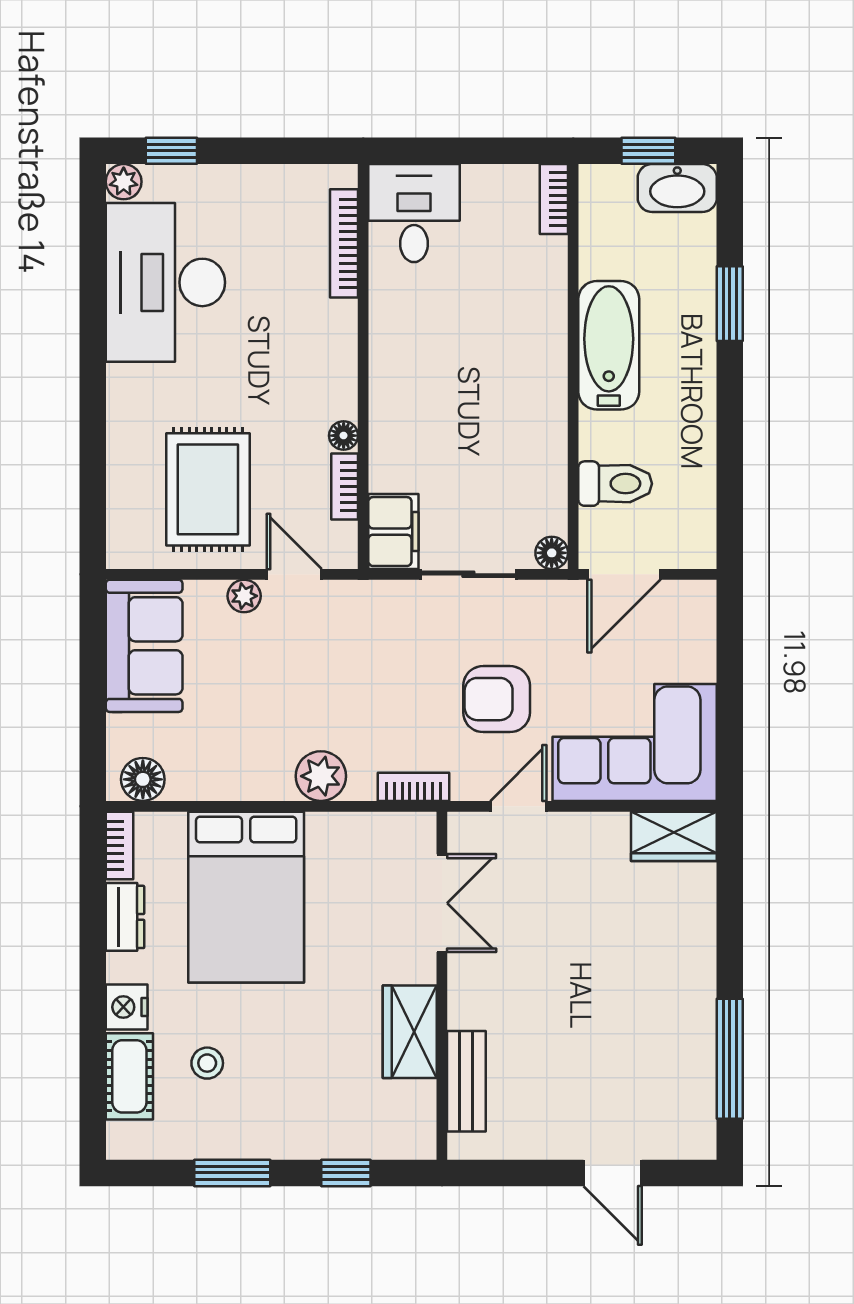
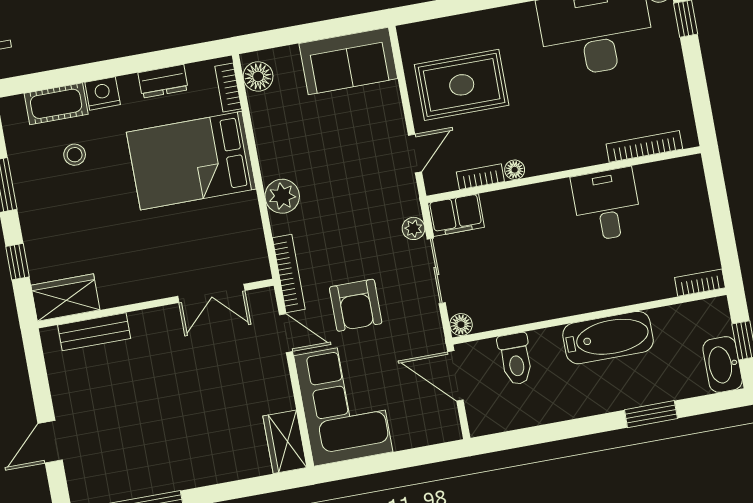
desk: (414, 213) -> (607, 205), moved, turned -90
plant: (244, 596) -> (413, 228), moved
armchair: (497, 699) -> (356, 305), turned 180
bookcase: (414, 787) -> (289, 273), width x1.56
bookcase: (119, 846) -> (228, 88), moved, turned 90
wardrobe: (410, 1032) -> (65, 298), moved

